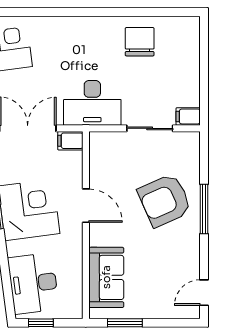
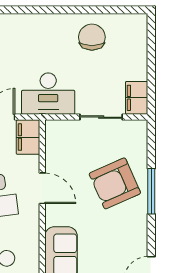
filing cabinet: (188, 116) -> (137, 98), width x2.00
filing cabinet: (70, 141) -> (28, 137), width x2.00

